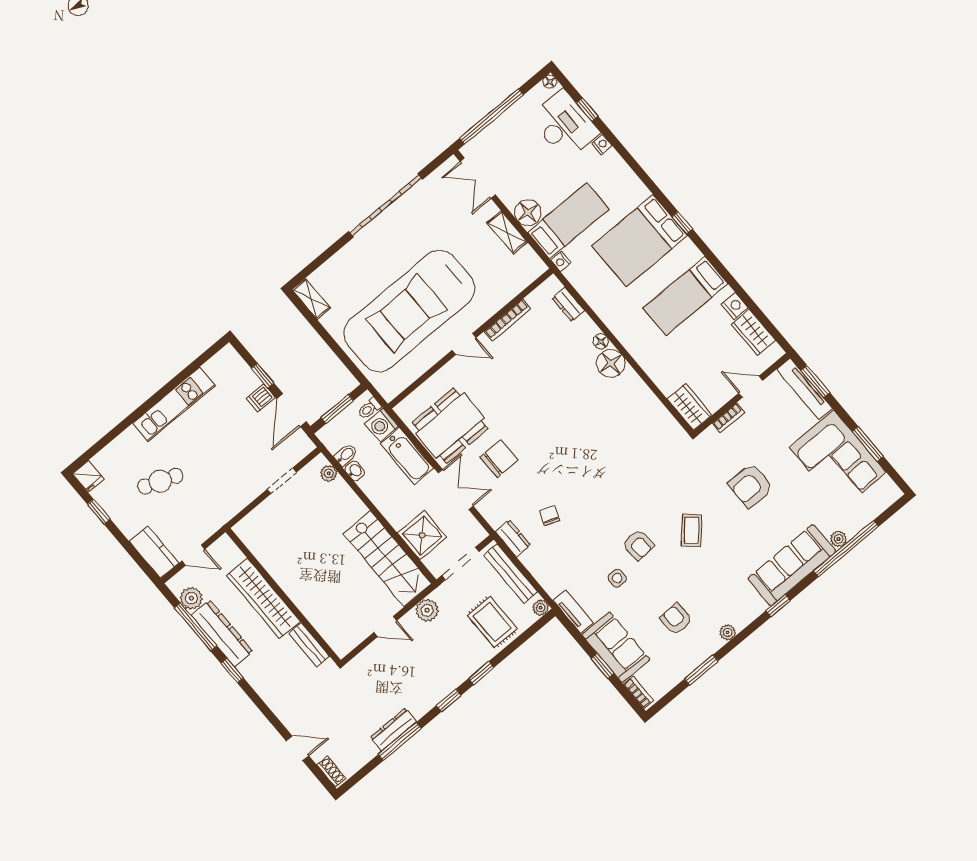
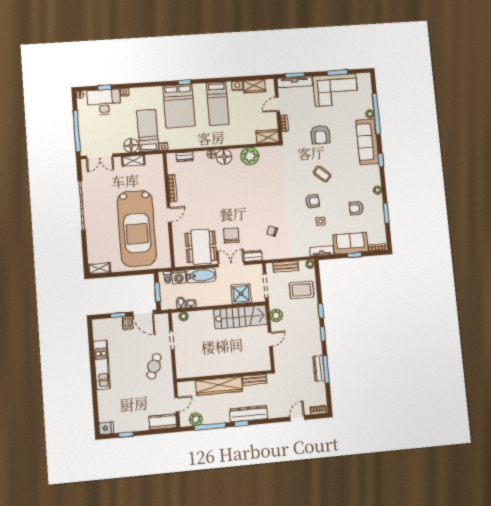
plant: (640, 401) -> (250, 156), added
cafe table: (160, 481) -> (154, 366), moved
dresser: (513, 538) -> (253, 256), moved
bench: (511, 573) -> (286, 267), width x0.73
dresser: (222, 633) -> (249, 414), moved

